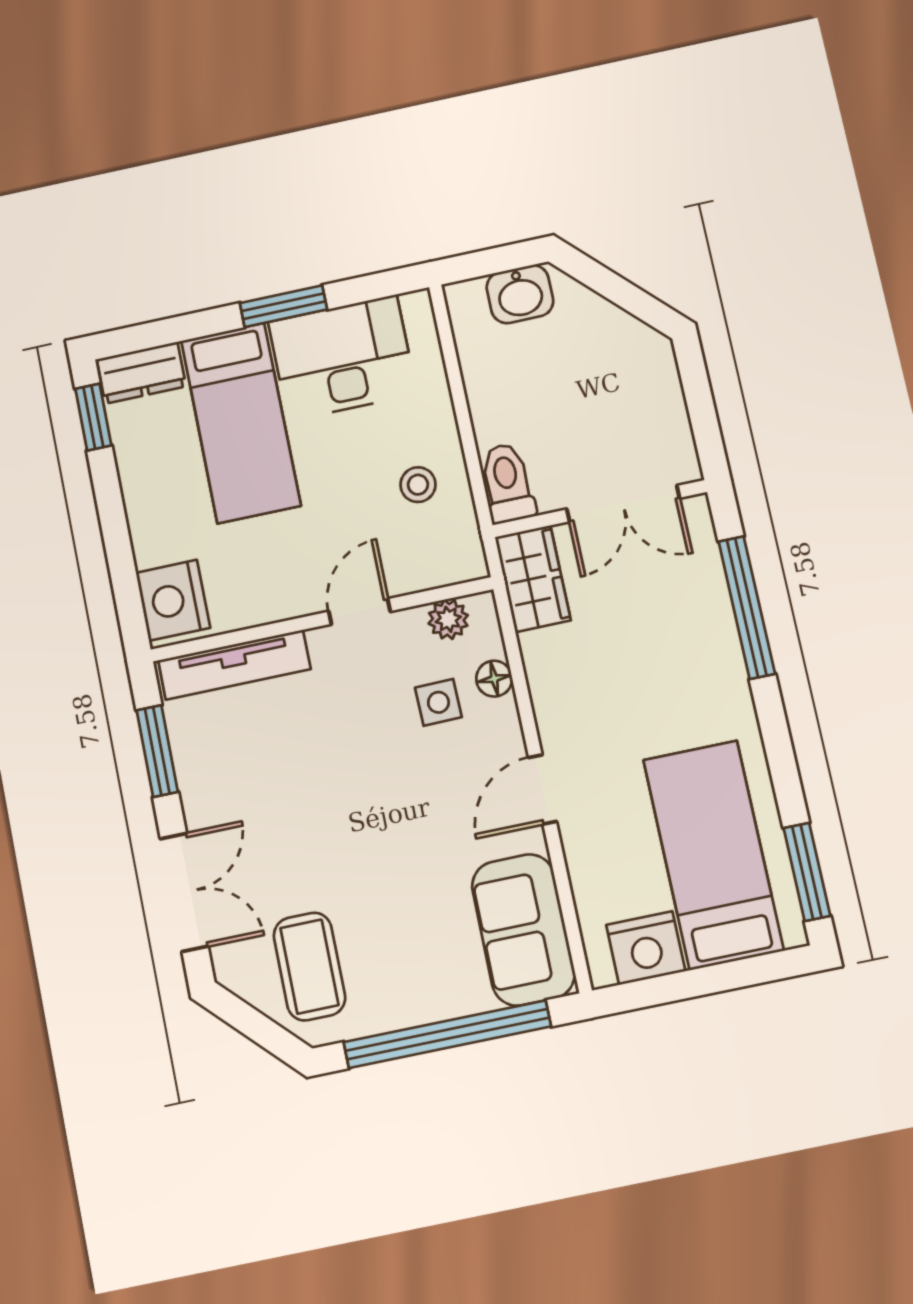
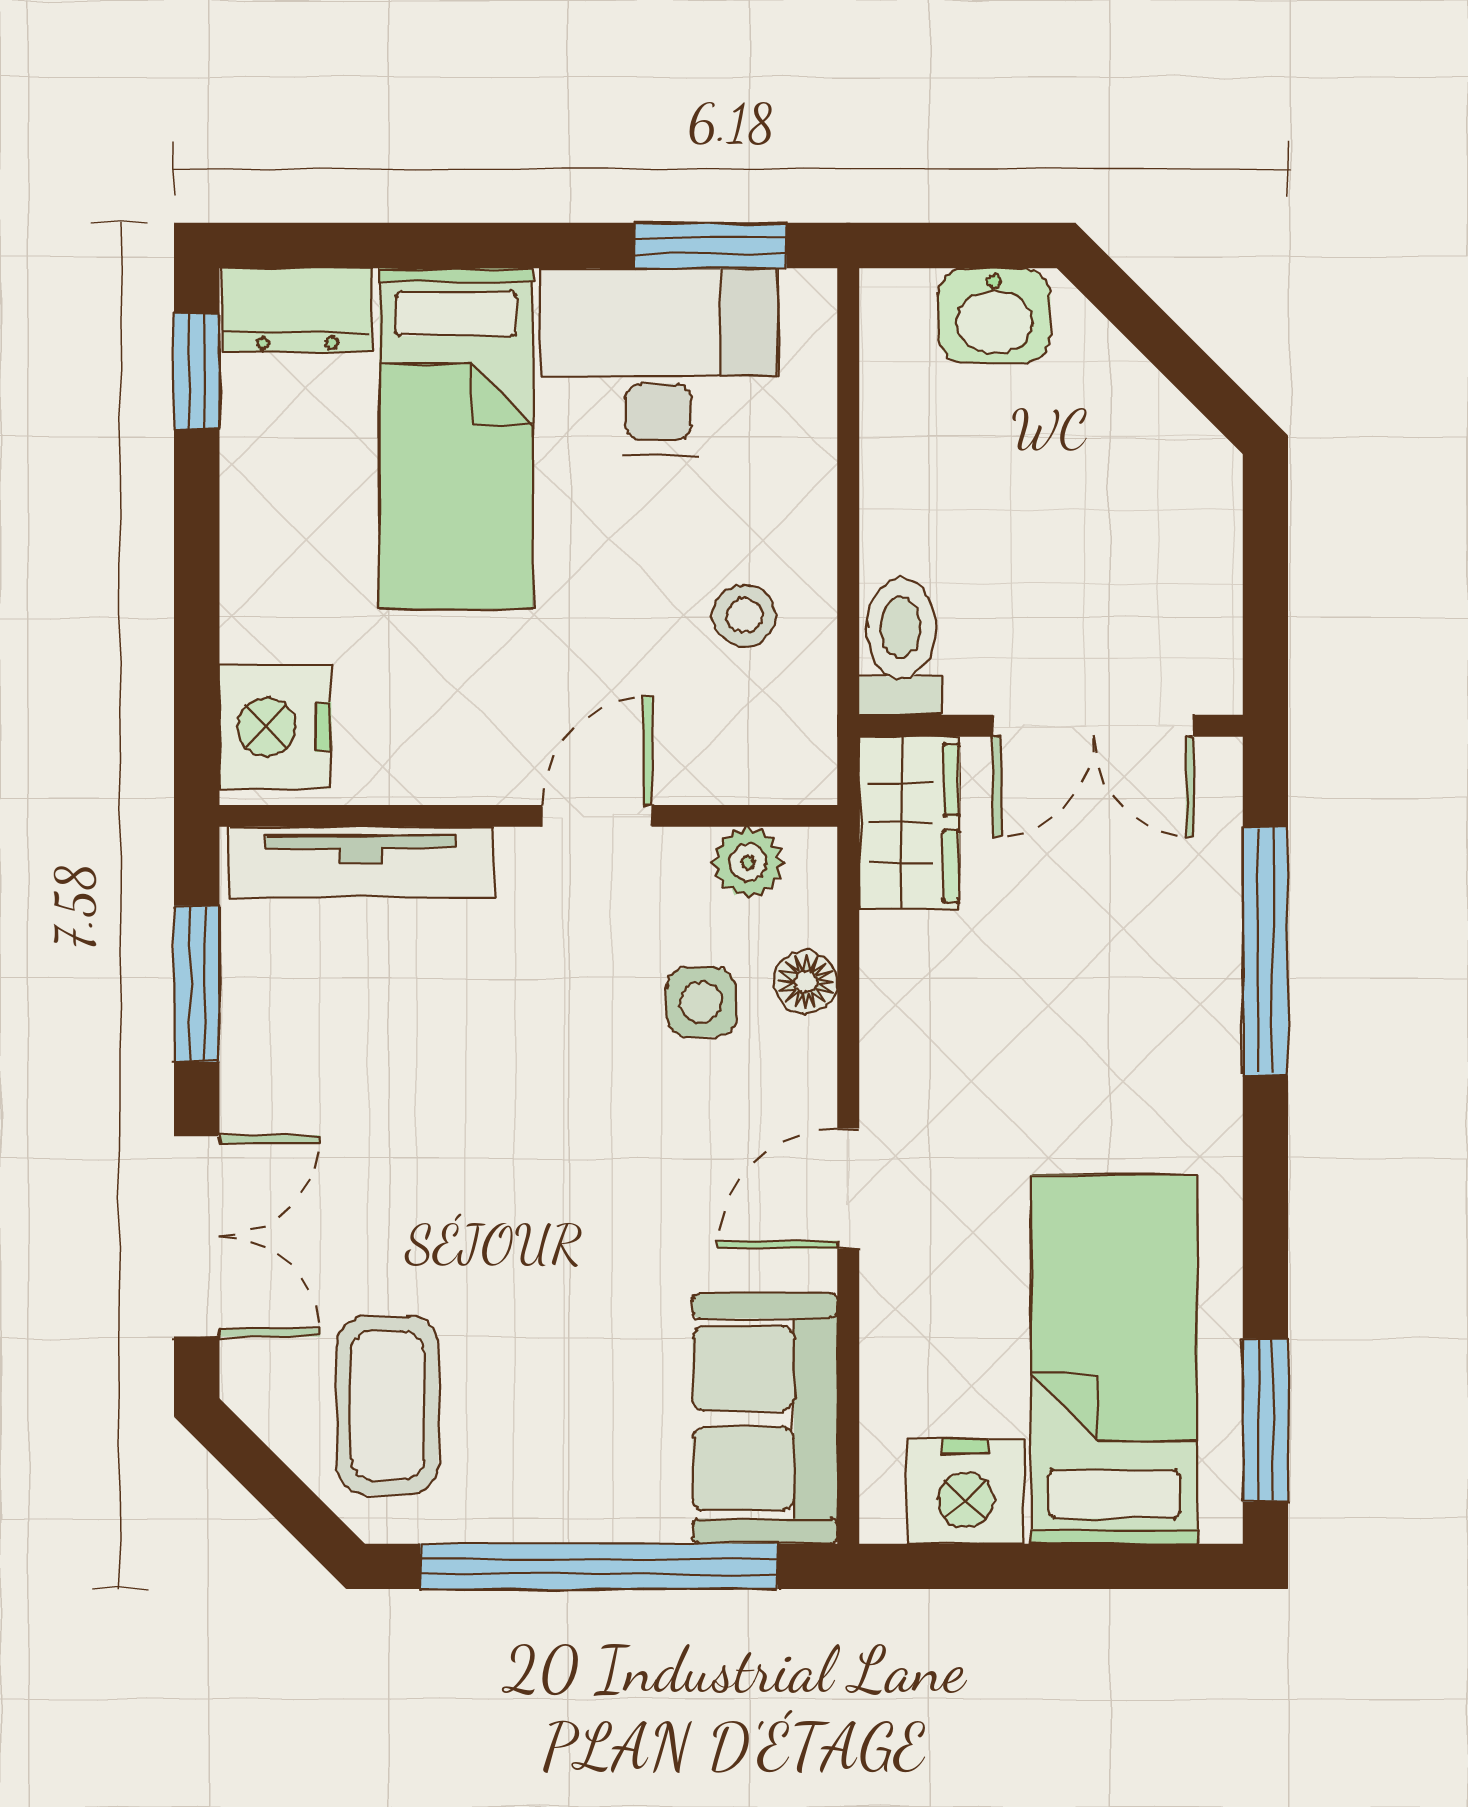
window: (283, 306) -> (710, 245), moved

